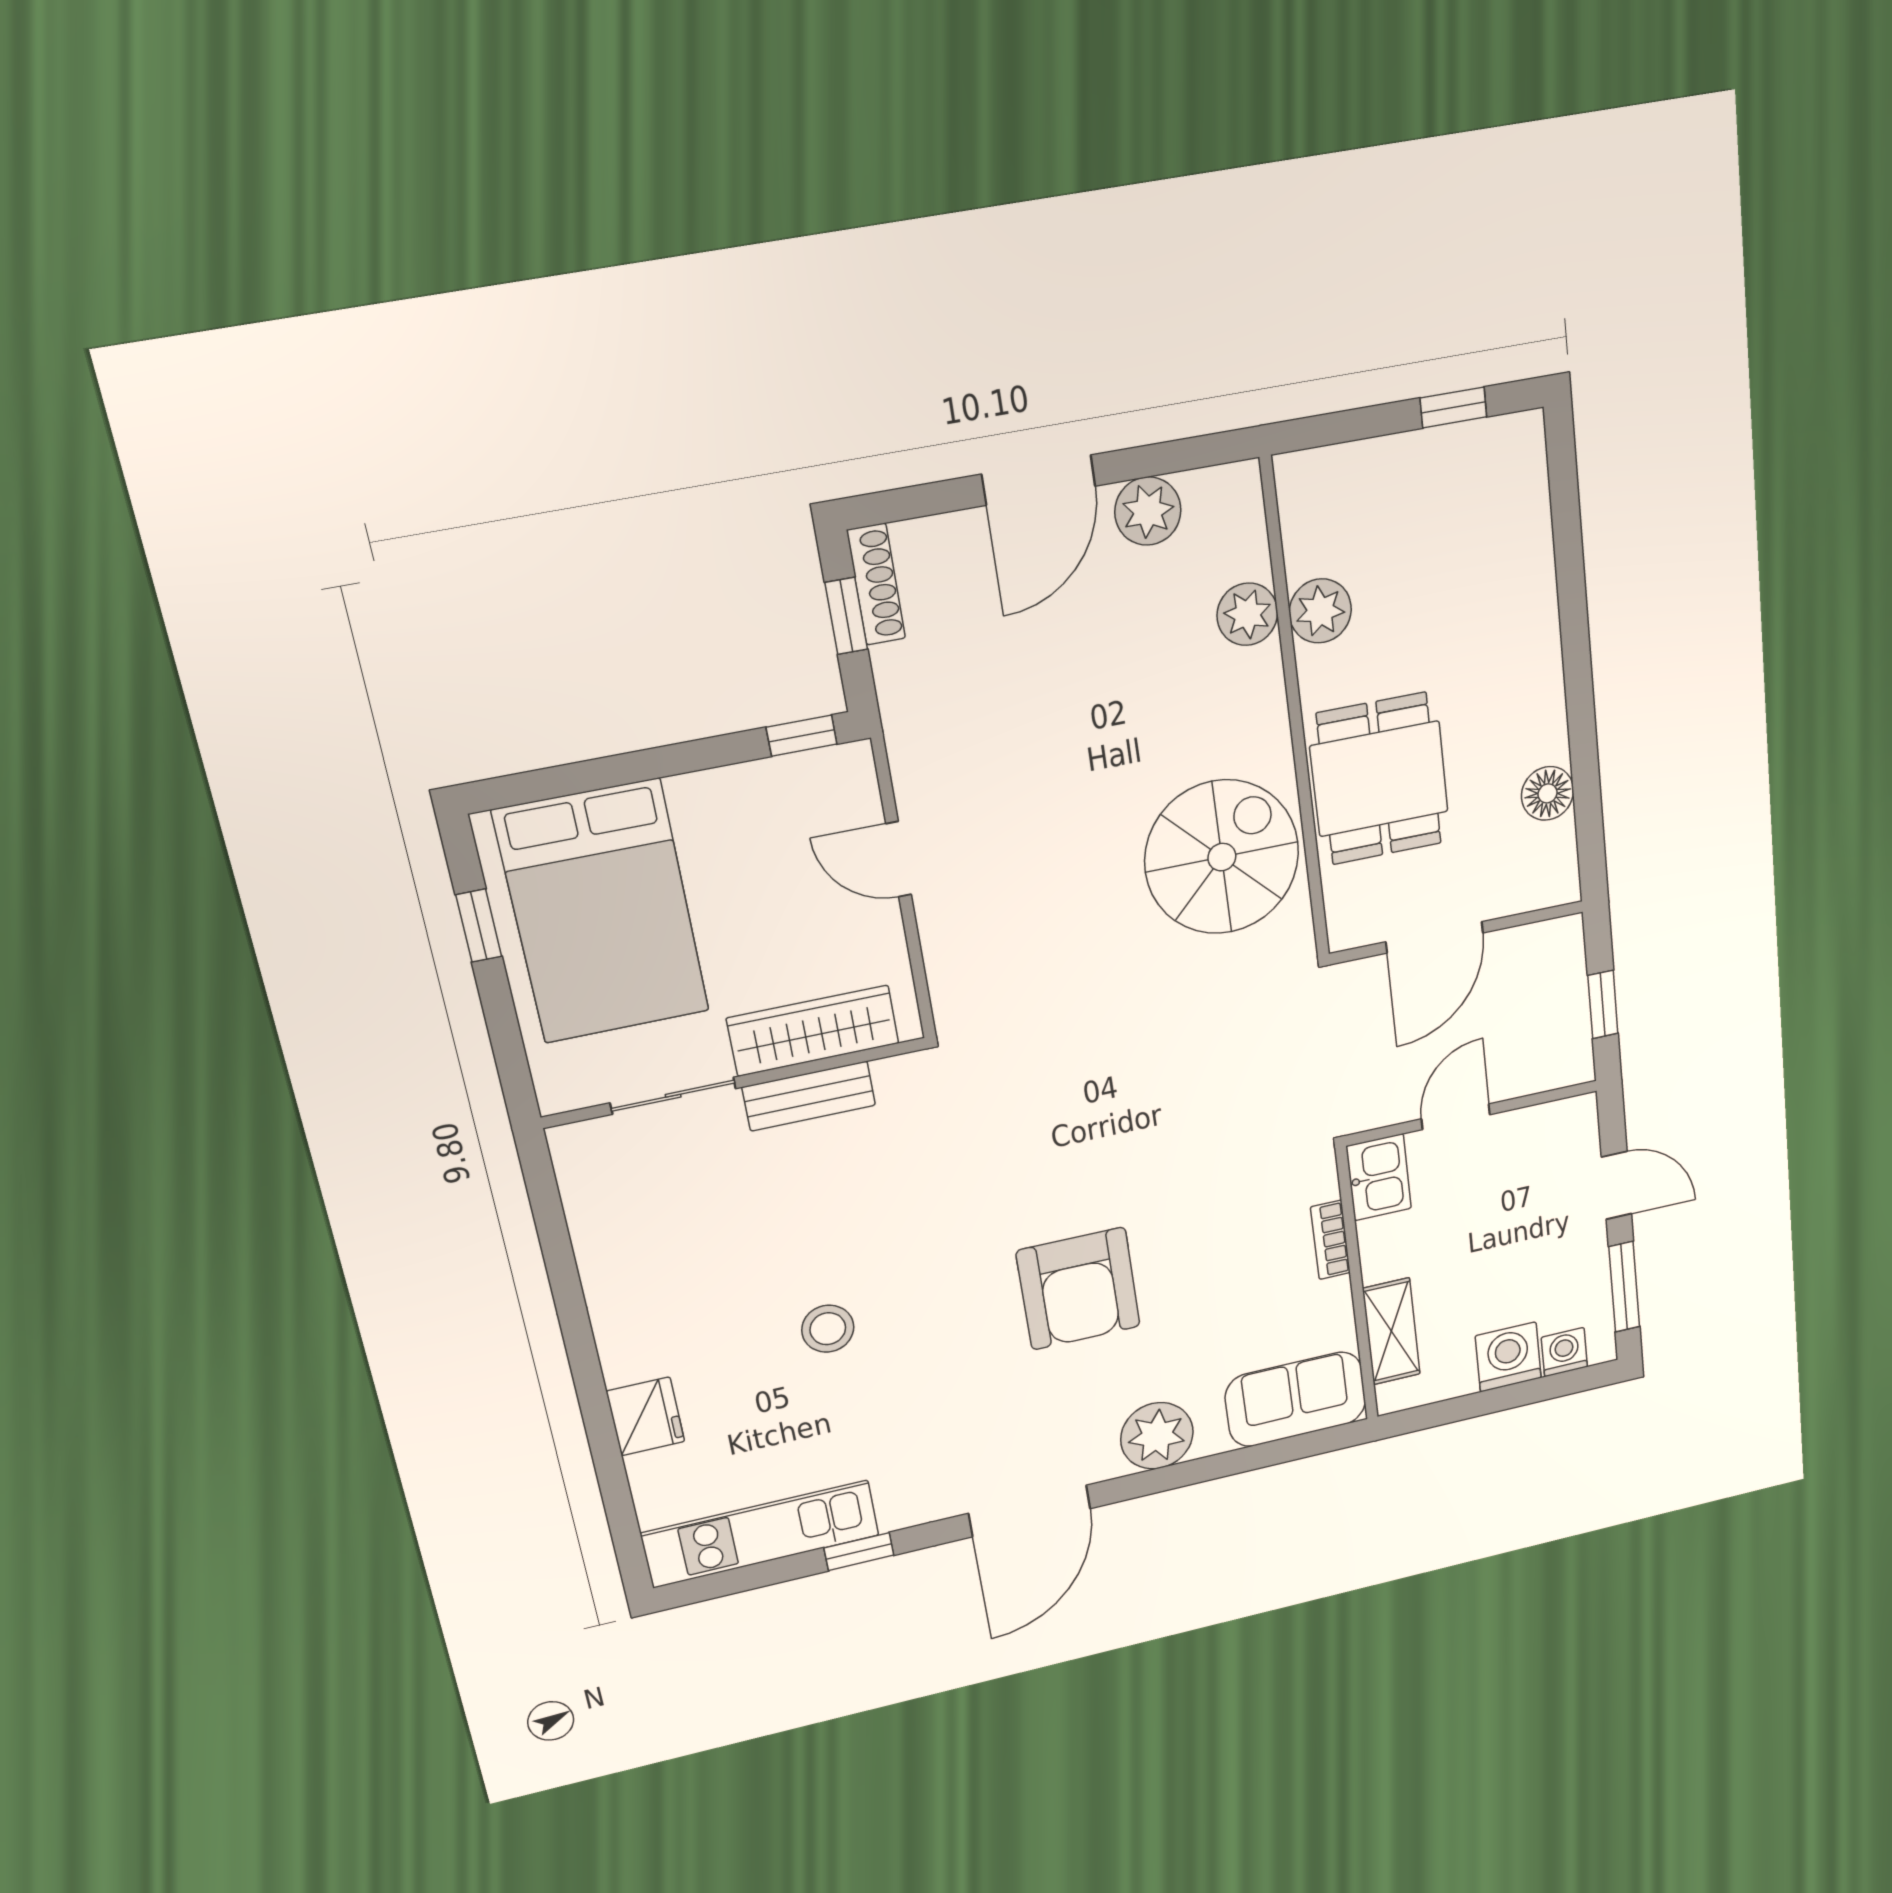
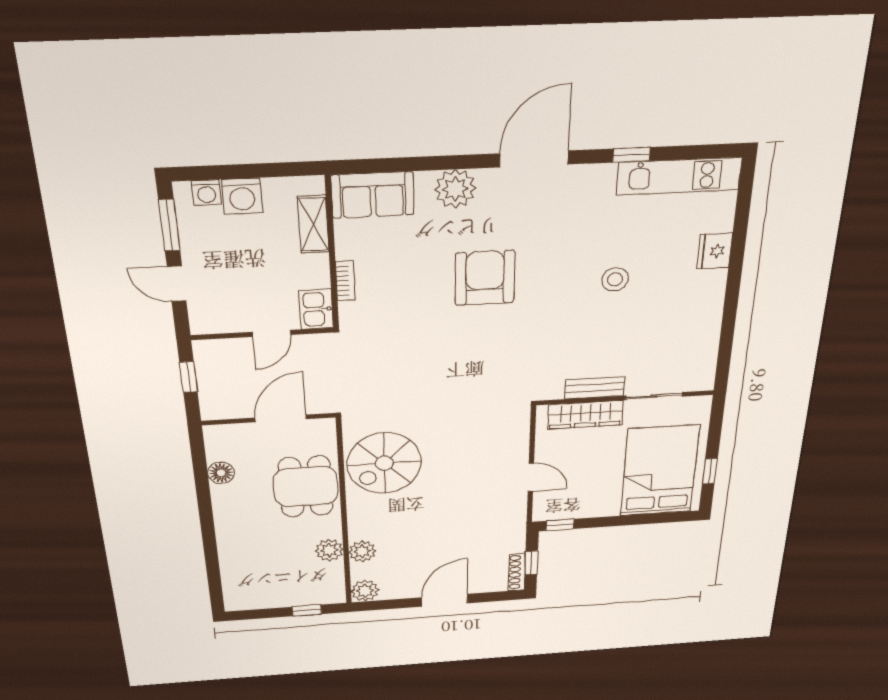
window: (1453, 408) -> (307, 610), moved
plant: (1148, 511) -> (365, 591), moved

